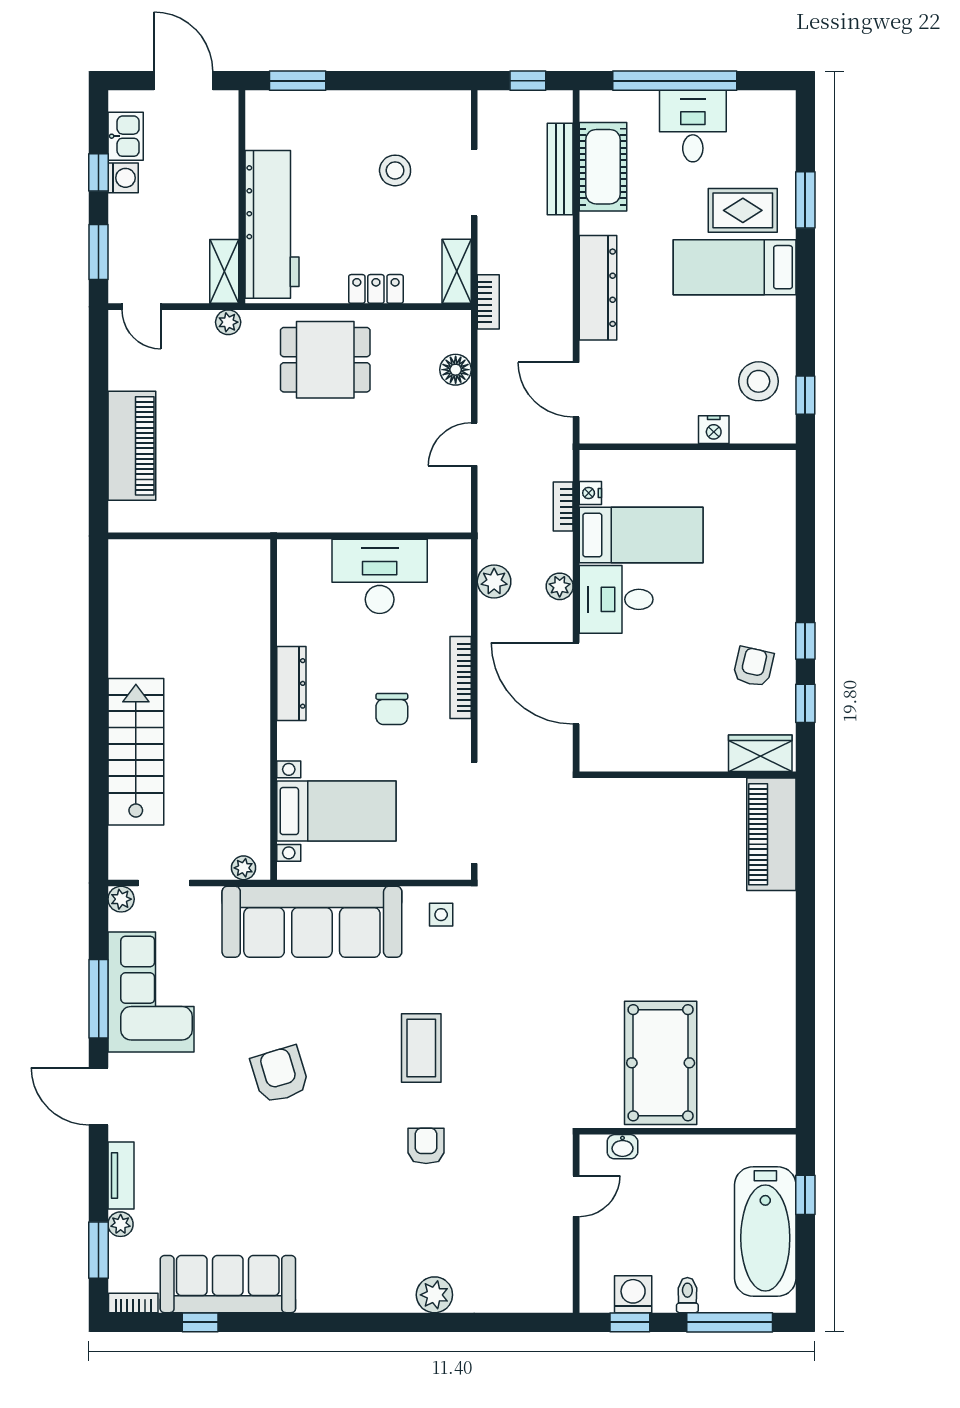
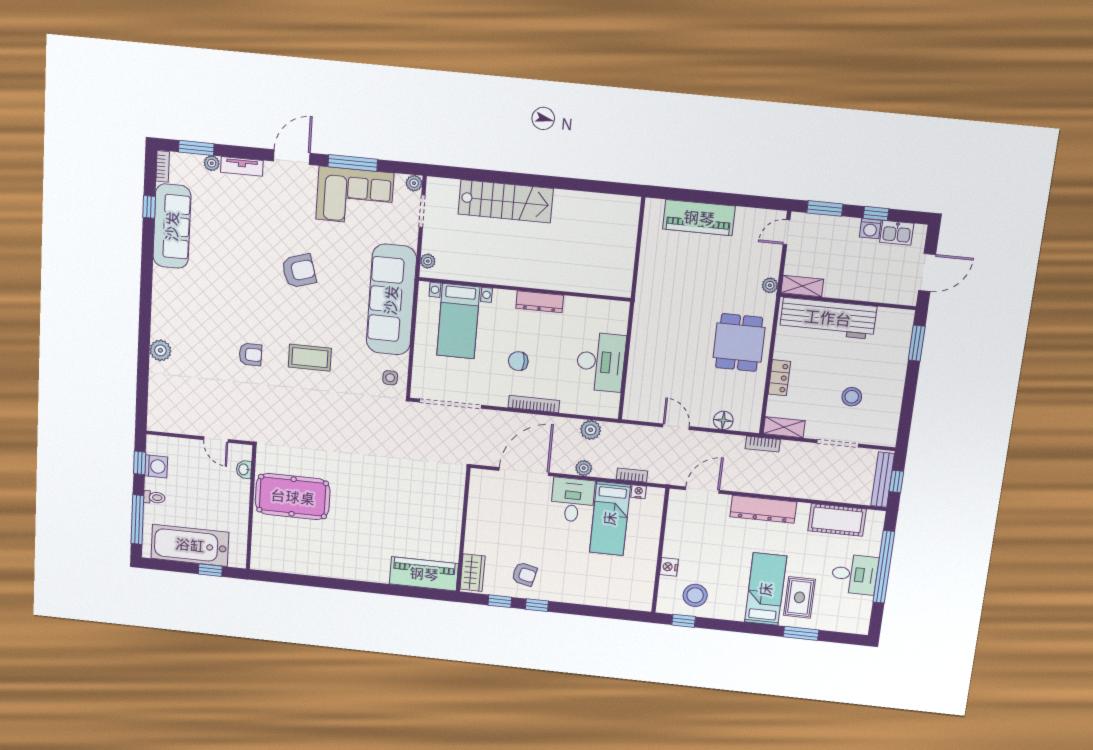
bench: (560, 169) -> (883, 480), moved, turned 90

